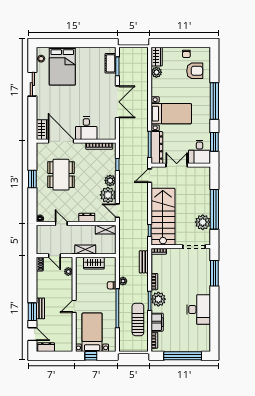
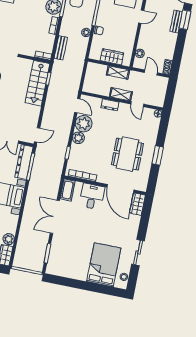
cot: (110, 63) -> (68, 190), moved
stairs: (163, 217) -> (37, 83), width x0.73, depth x0.66
shelving: (106, 230) -> (121, 94), moved

